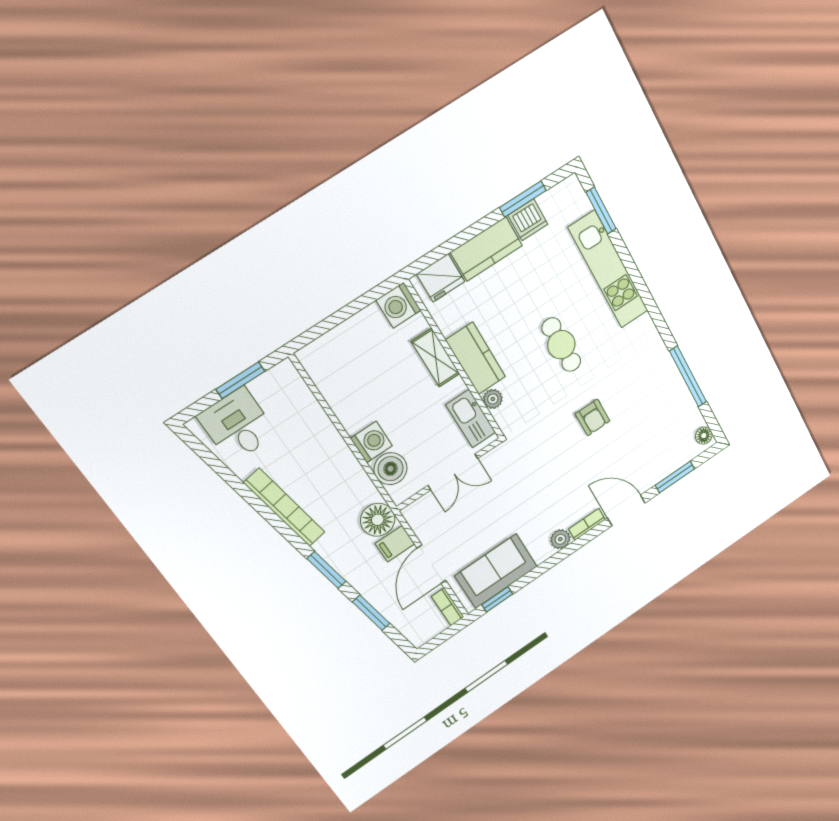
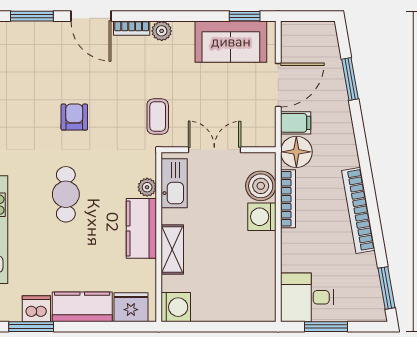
desk: (237, 425) -> (307, 297), moved, turned 90
coffee table: (521, 467) -> (158, 117), added
window: (326, 570) -> (386, 288), moved
bookcase: (448, 607) -> (288, 199), moved, width x1.56

